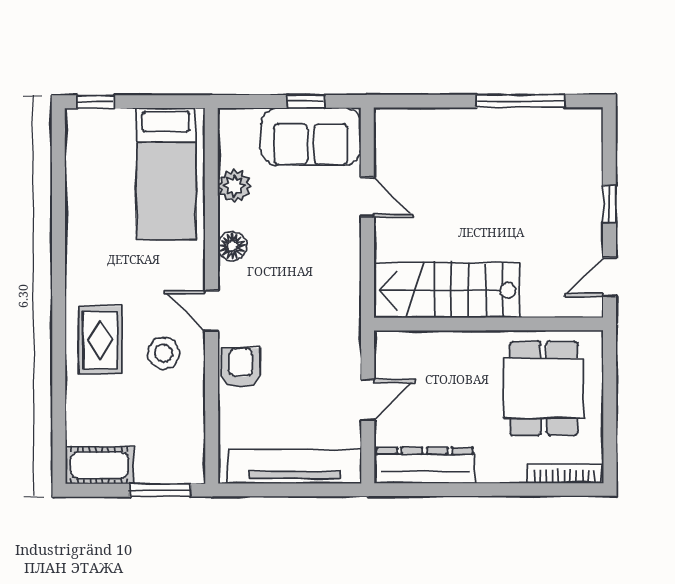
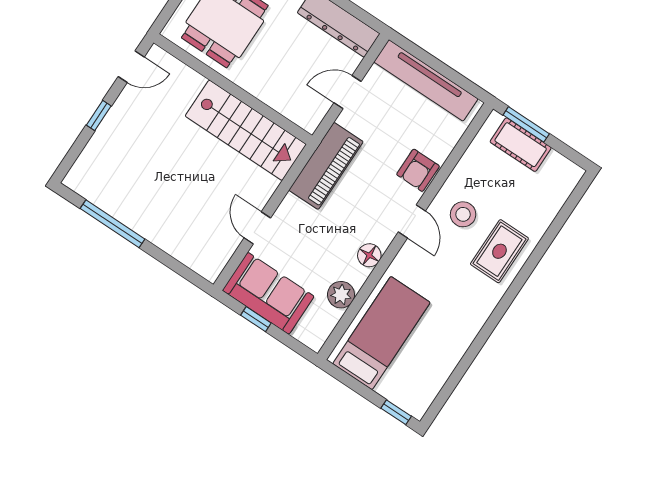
piano: (339, 309) -> (326, 166), added
cot: (99, 465) -> (521, 145), moved

